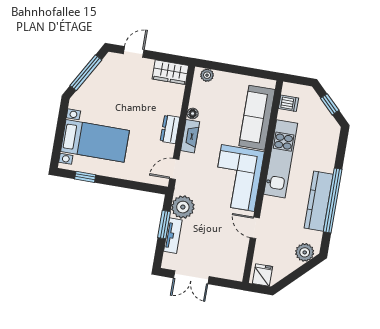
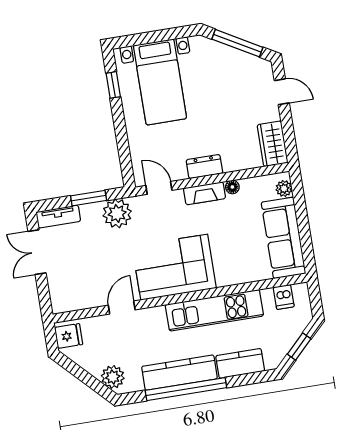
sofa: (257, 118) -> (284, 238), moved, turned -90
kitchen counter: (327, 153) -> (240, 363), added
tv unit: (173, 236) -> (58, 217), moved

